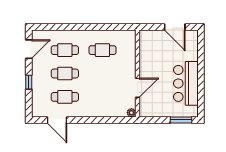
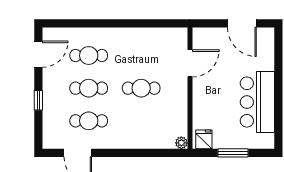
cafe table: (102, 50) -> (141, 88), moved
door: (137, 88) -> (190, 63), moved
fridge: (147, 110) -> (204, 139), added
window: (181, 120) -> (233, 153), moved

